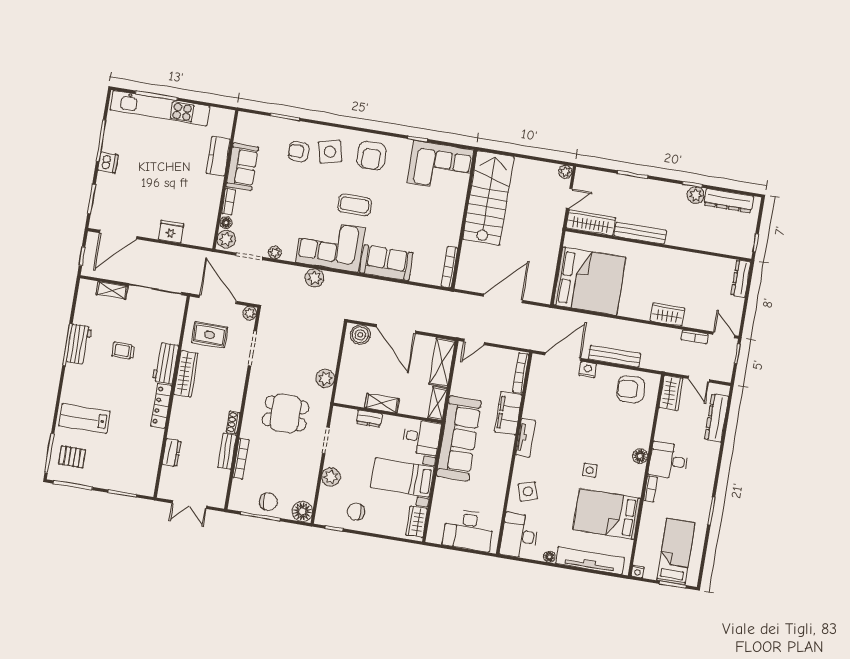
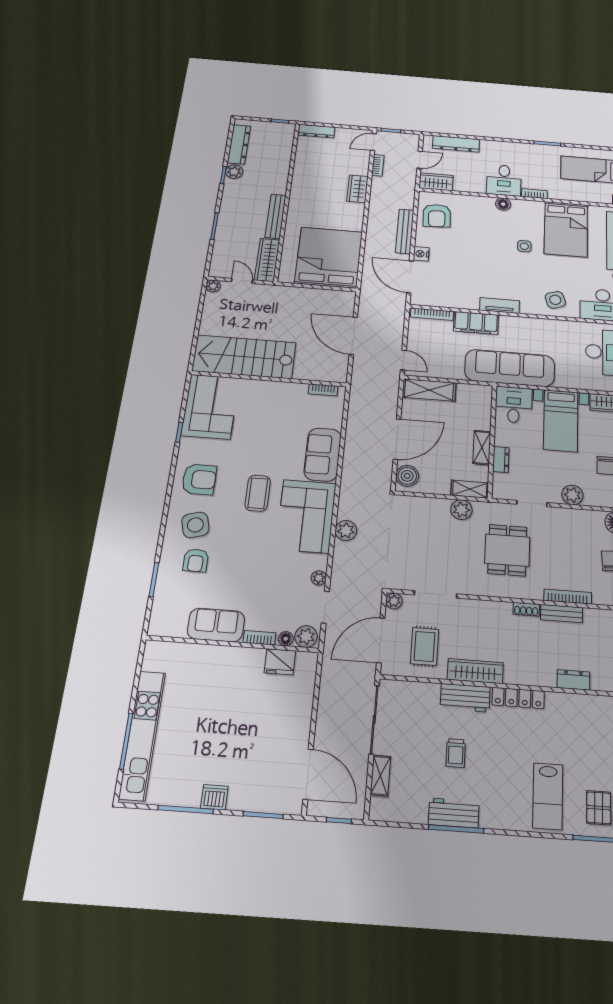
kitchen counter: (218, 156) -> (203, 655), removed
fridge: (171, 232) -> (280, 662), moved, turned -90
bookcase: (449, 267) -> (323, 390), width x0.64
shelving: (438, 403) -> (470, 489), moved

